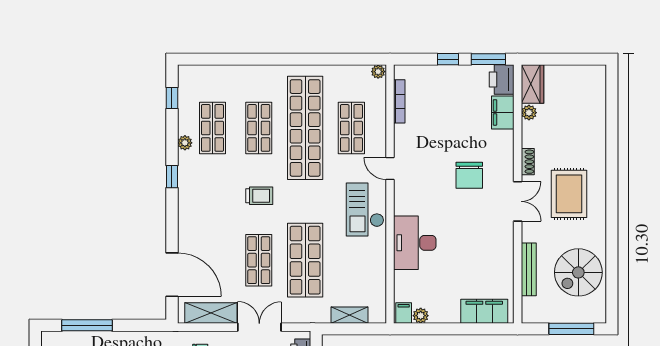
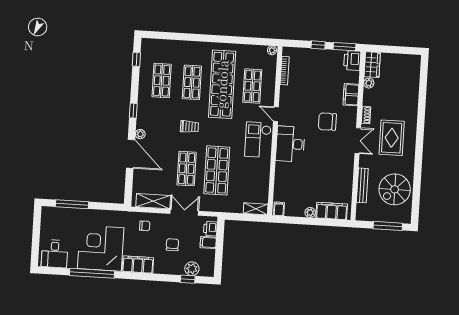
filing cabinet: (503, 112) -> (351, 95), moved
plant: (185, 143) -> (140, 134), moved
chair: (469, 175) -> (327, 122), turned 90
desk: (415, 243) -> (290, 144), moved
door: (172, 275) -> (131, 154), moved
shelving: (350, 315) -> (256, 209), moved
plant: (421, 316) -> (310, 212), moved

